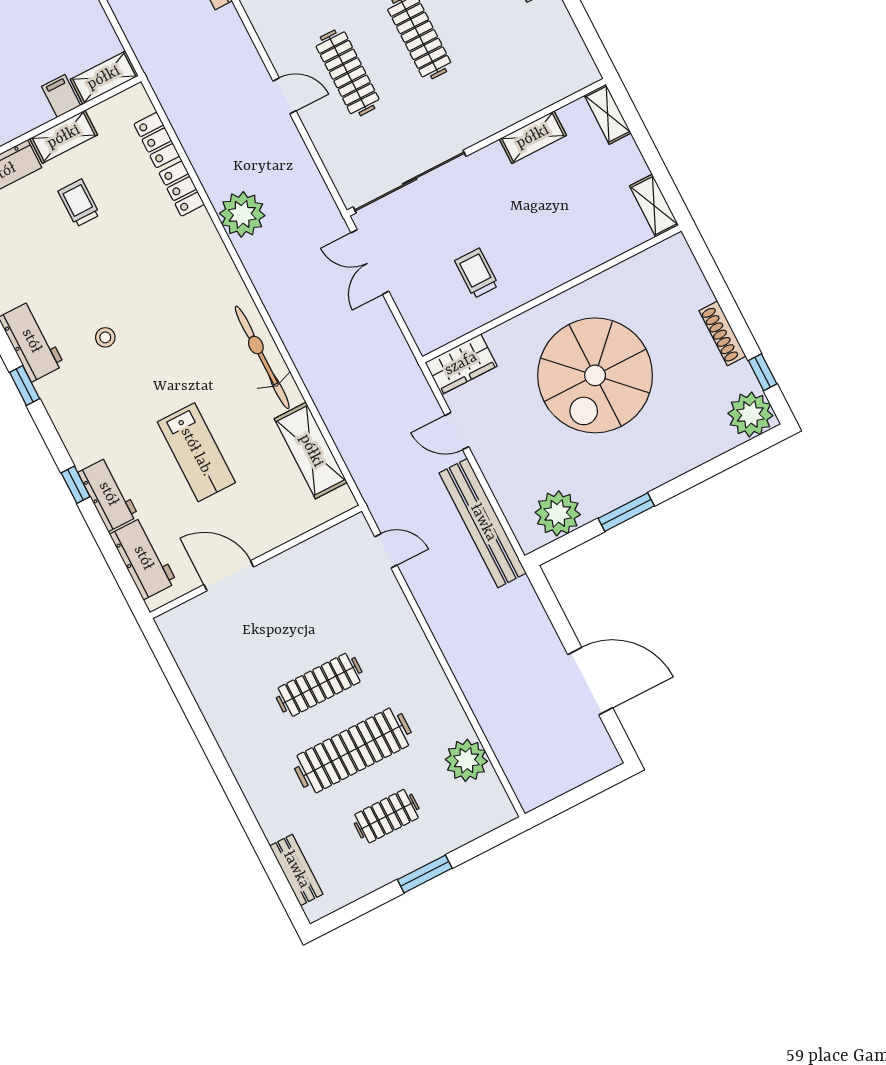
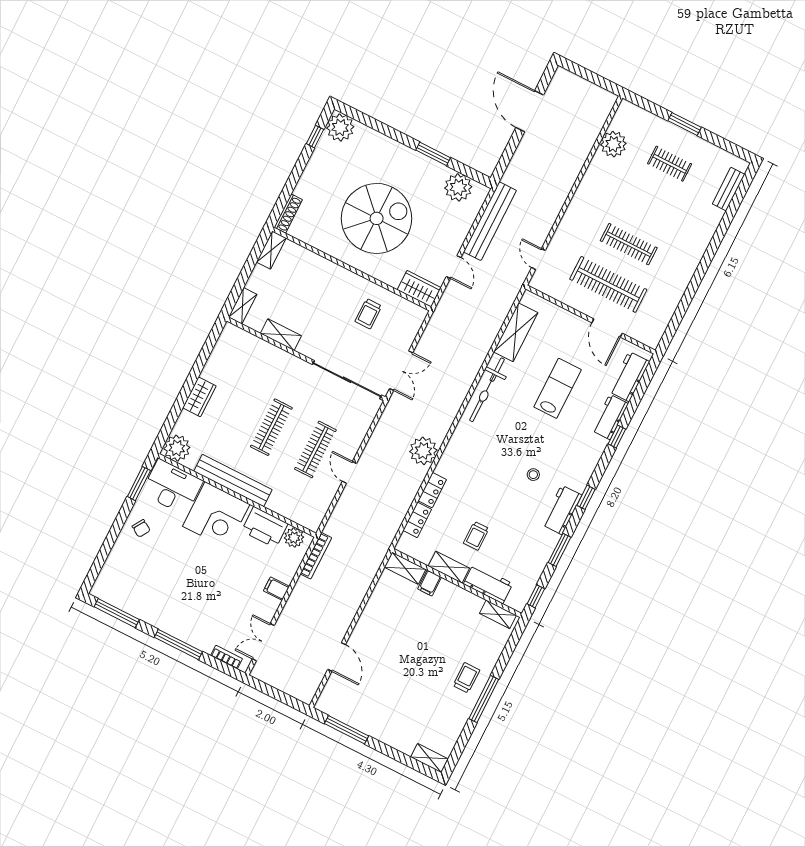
shoe rack: (722, 333) -> (288, 214), moved
clothes rail: (353, 750) -> (608, 284), moved

